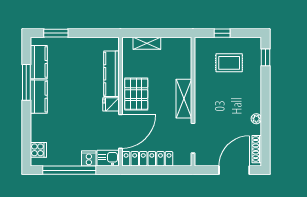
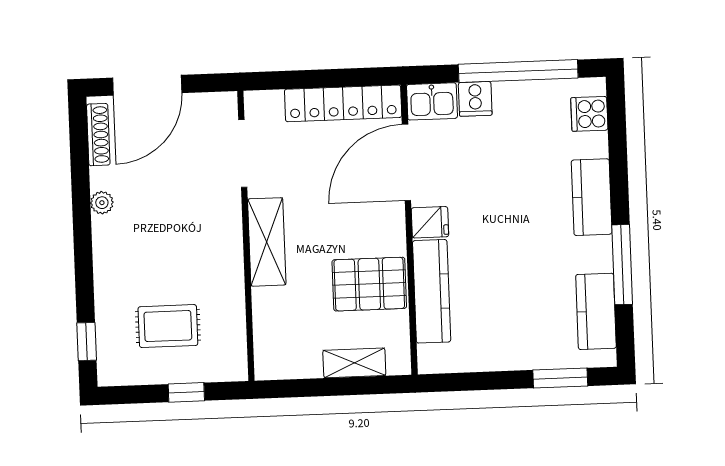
pallet: (136, 94) -> (369, 284), moved, turned 90
kitchen counter: (39, 97) -> (592, 197), moved

